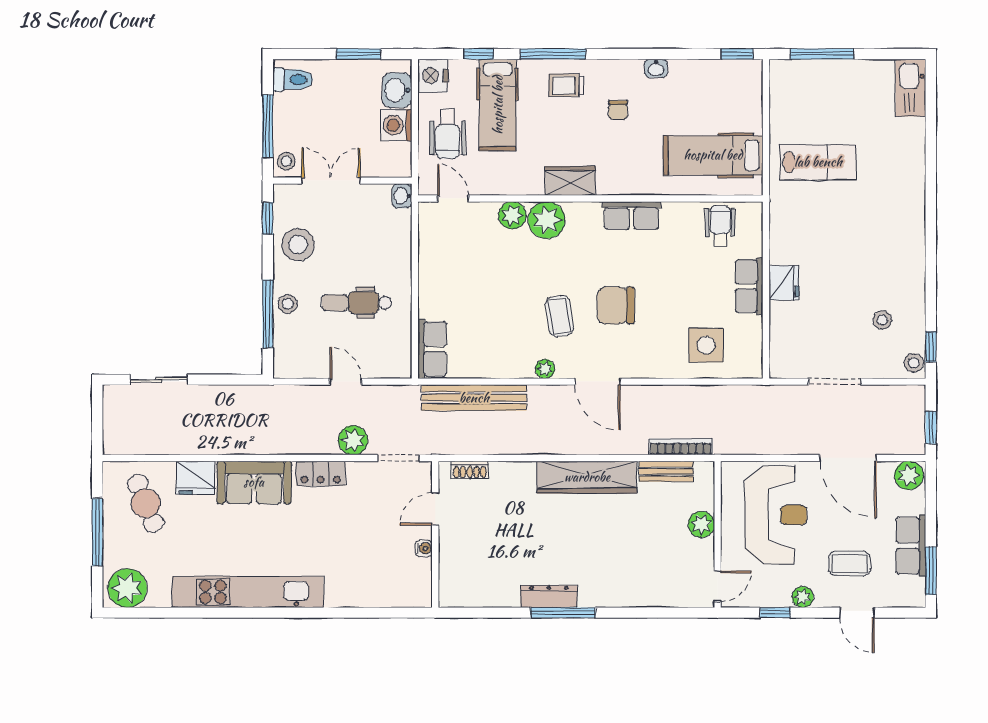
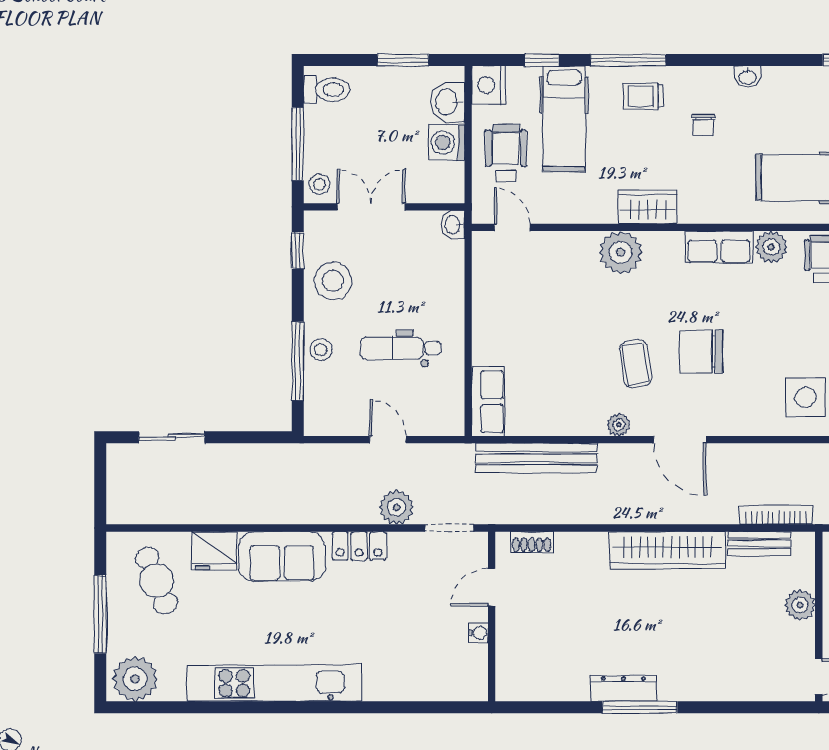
wheelchair: (448, 134) -> (506, 153), turned 180
plant: (512, 215) -> (771, 247), moved

